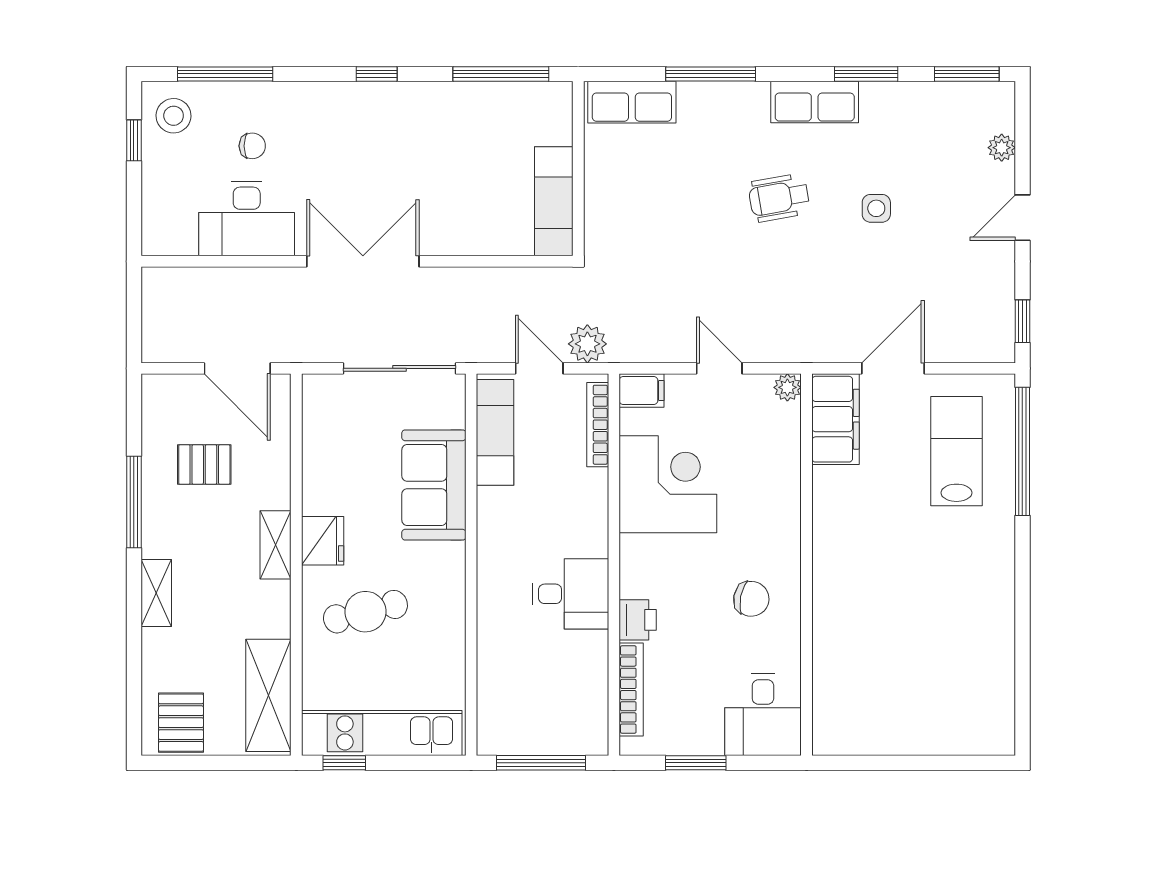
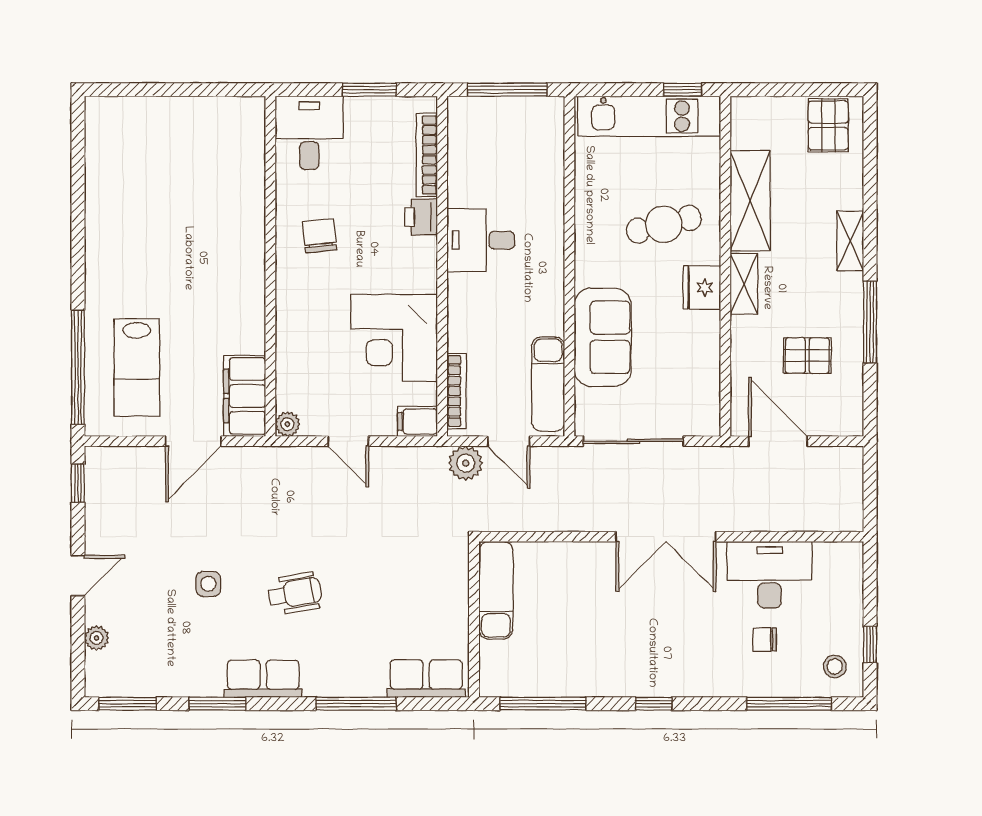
stool: (174, 116) -> (835, 666), width x0.73, depth x0.73
chair: (751, 599) -> (320, 236), turned 73
shelving: (268, 695) -> (750, 201), moved

